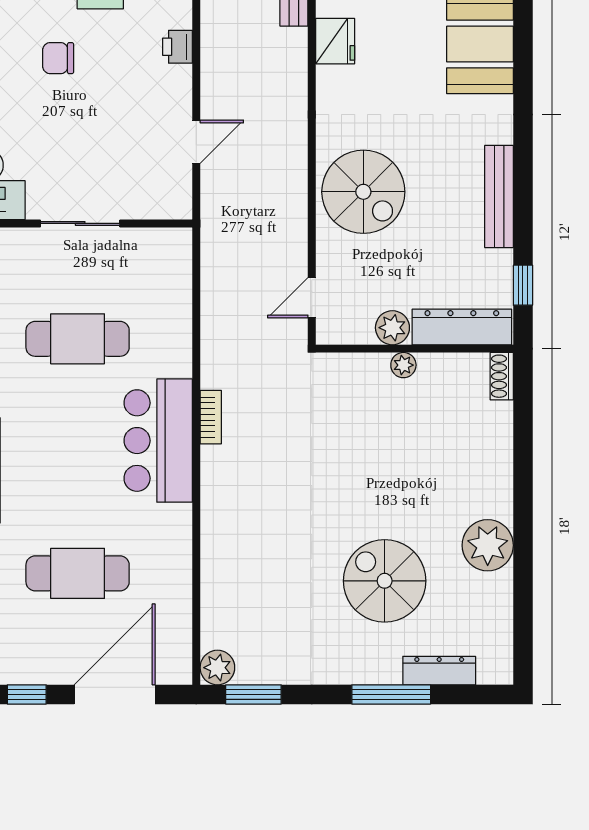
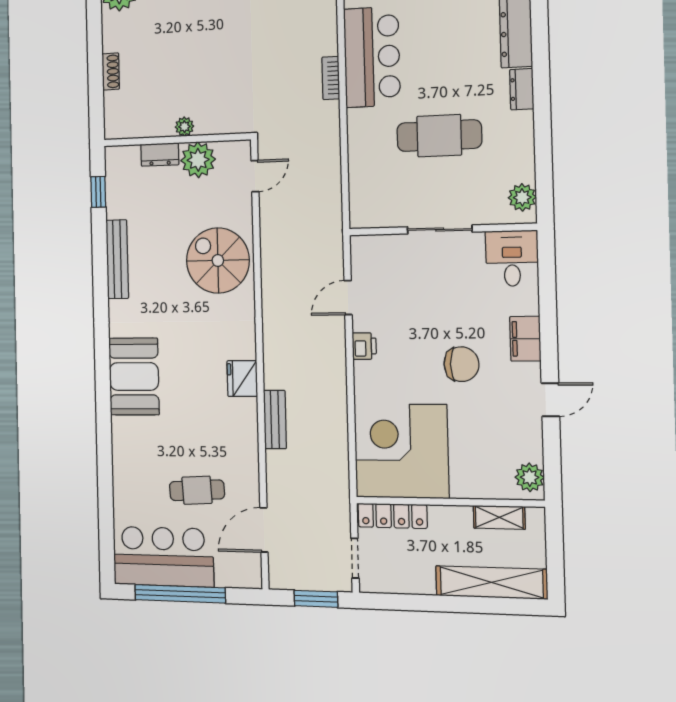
printer: (178, 47) -> (364, 346), moved
chair: (58, 58) -> (461, 364), width x1.37, depth x1.37
dresser: (462, 327) -> (160, 154), width x0.51, depth x0.80
plant: (392, 328) -> (198, 160), width x1.36, depth x1.36
shoe rack: (502, 376) -> (111, 71), moved

